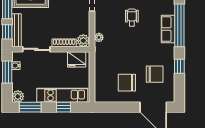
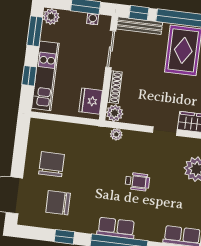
chair: (155, 74) -> (58, 203), turned 90

